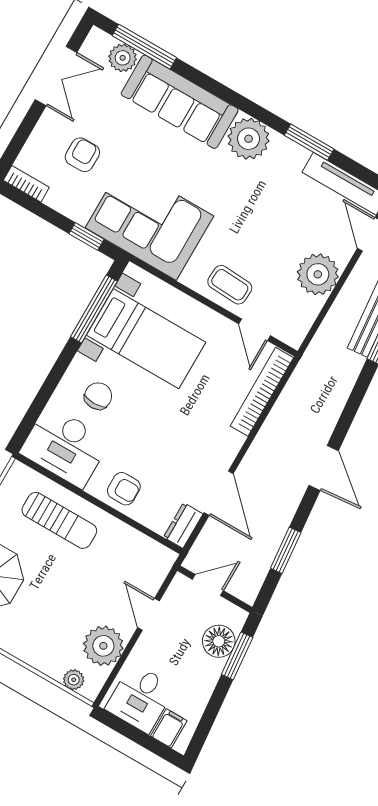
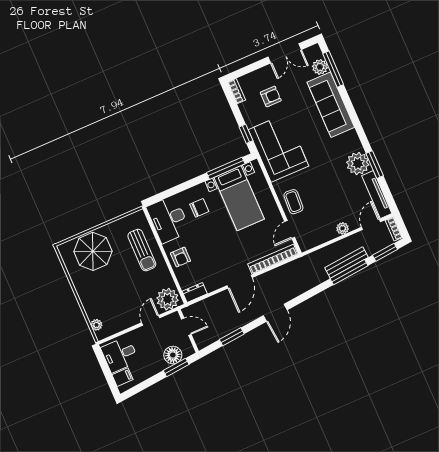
plant: (249, 139) -> (358, 163), moved
plant: (318, 274) -> (343, 228), width x0.53, depth x0.53
door: (219, 493) -> (240, 282), moved
plant: (103, 646) -> (168, 299), moved

